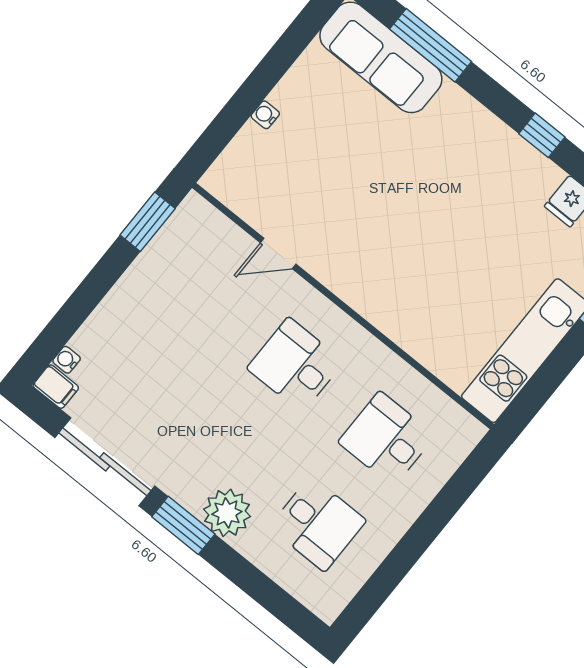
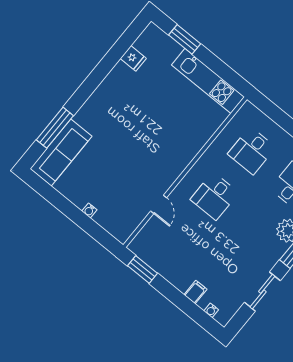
window: (542, 135) -> (100, 72), removed
filing cabinet: (56, 387) -> (195, 292), moved
sliding door: (105, 462) -> (262, 292), width x0.73

